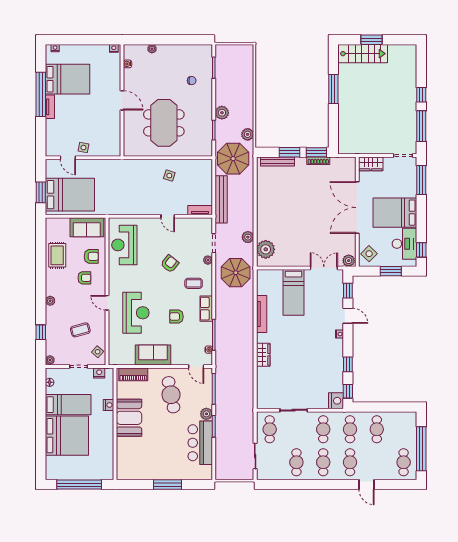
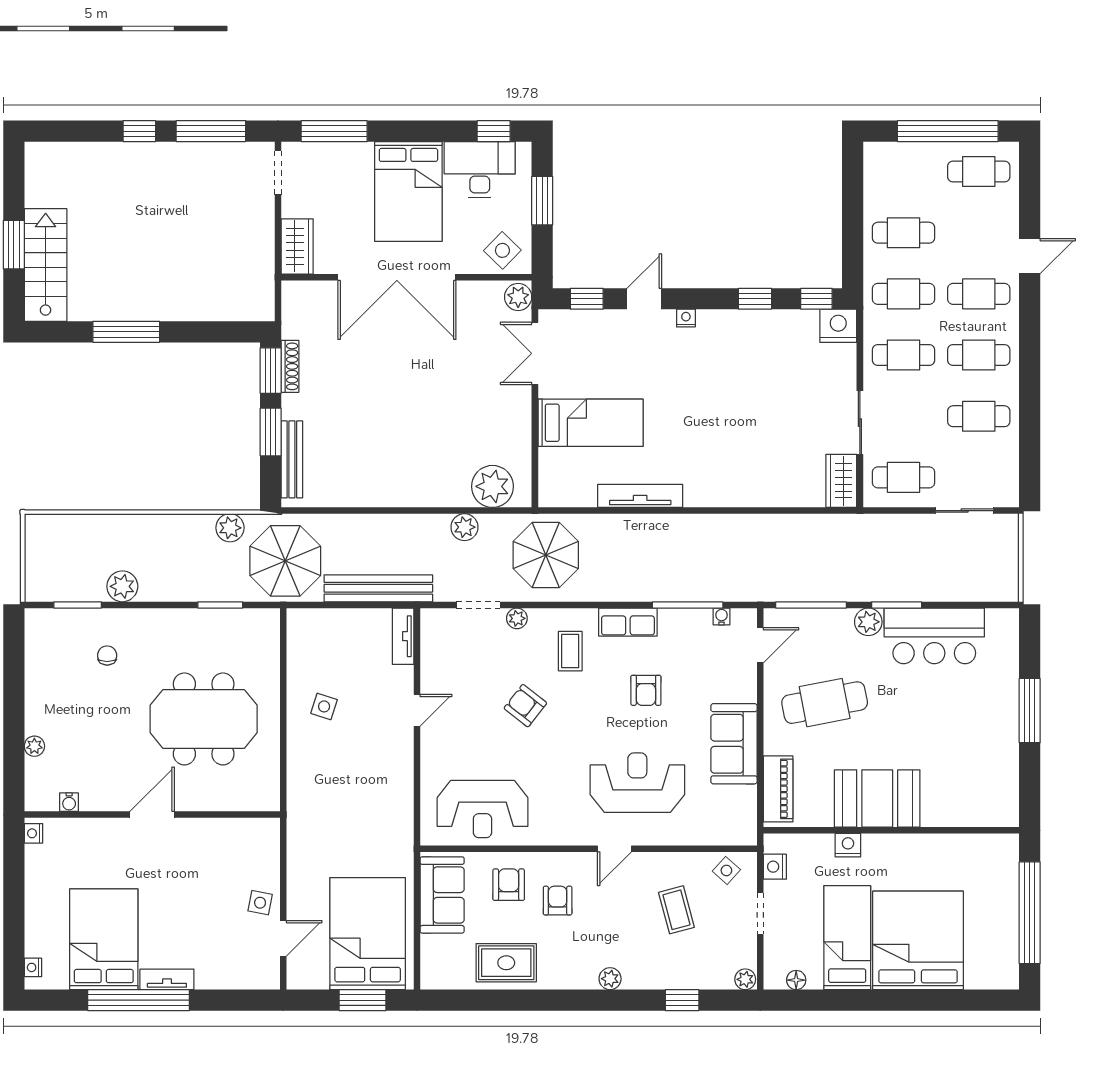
plant: (222, 113) -> (122, 586), moved
wardrobe: (263, 355) -> (841, 481), moved, turned -90

